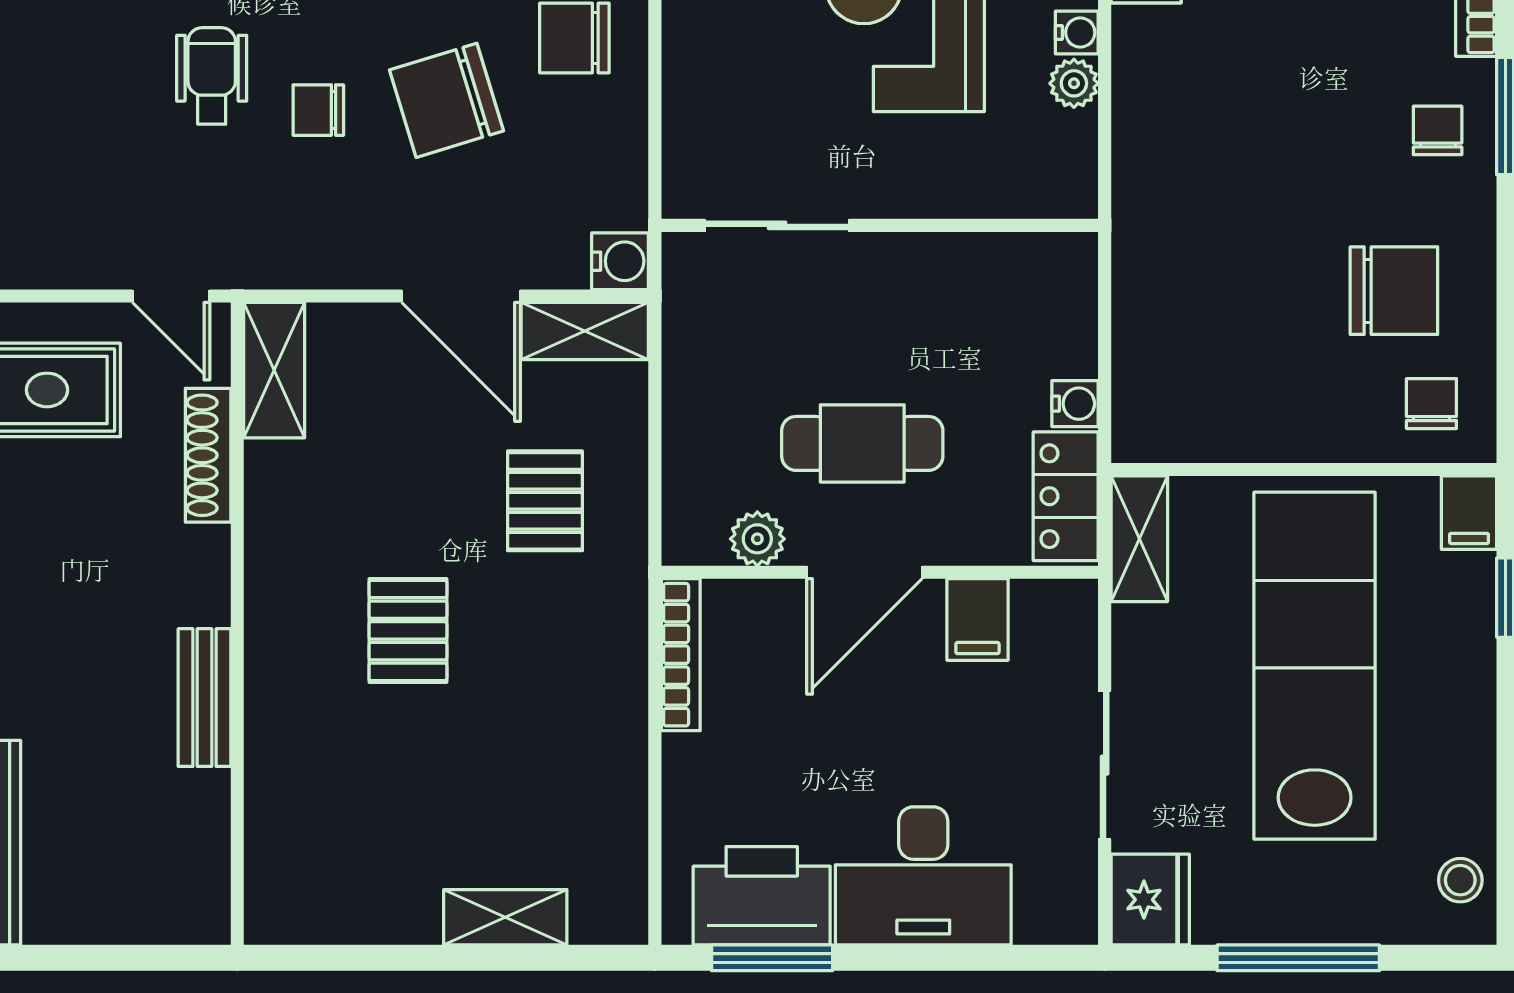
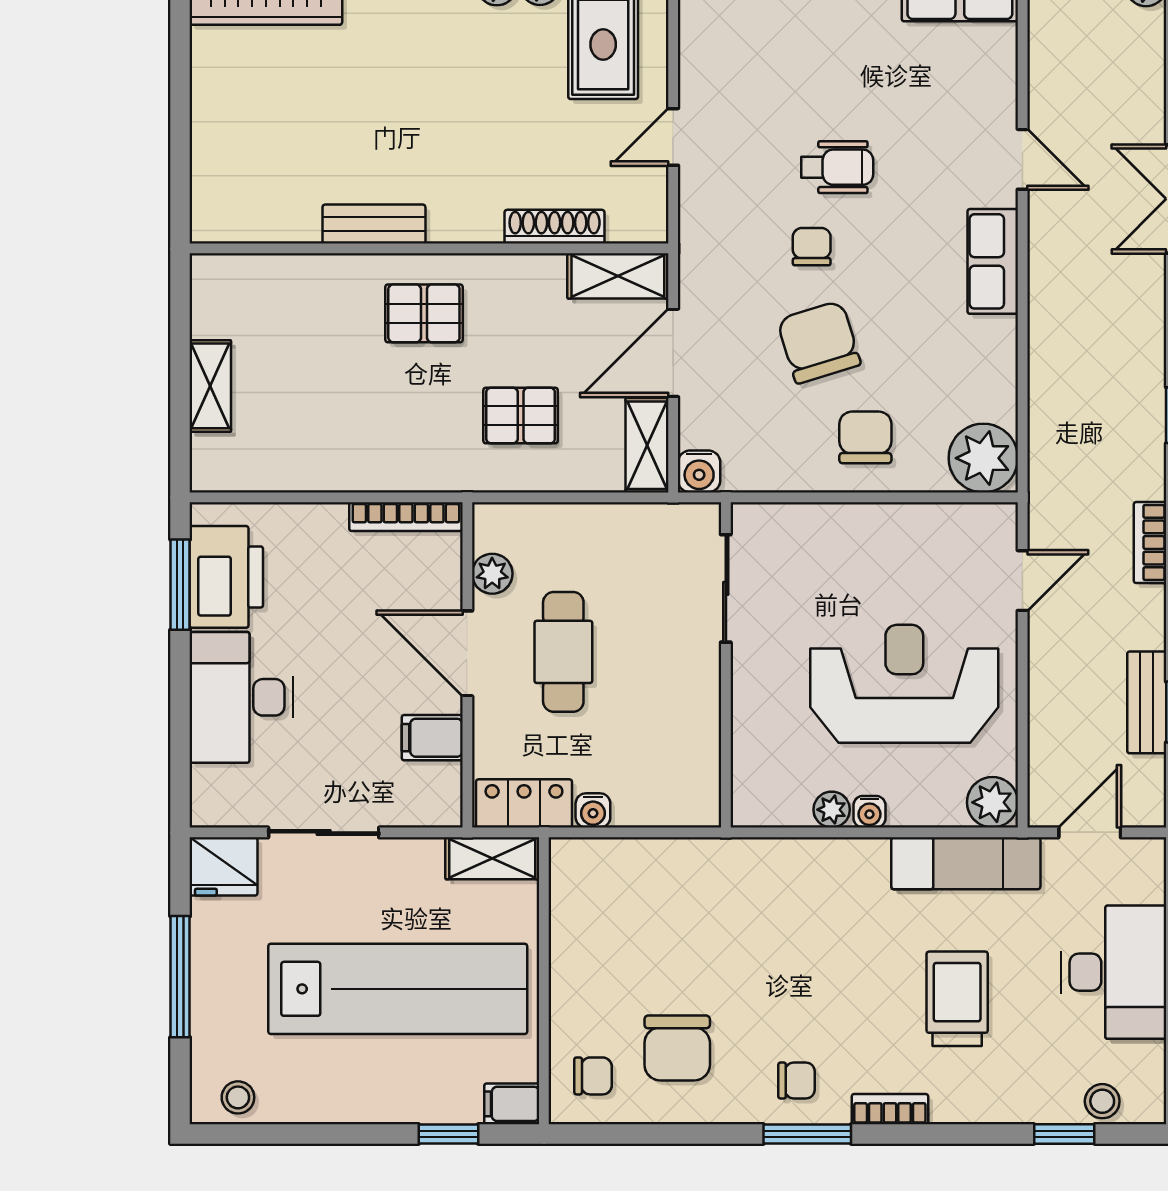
shelving: (274, 370) -> (618, 276), moved
shoe rack: (208, 455) -> (555, 227), moved
wall: (237, 624) -> (429, 248), moved
bench: (204, 698) -> (374, 224), moved

